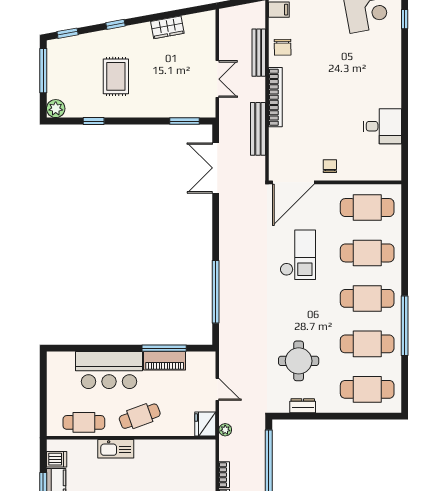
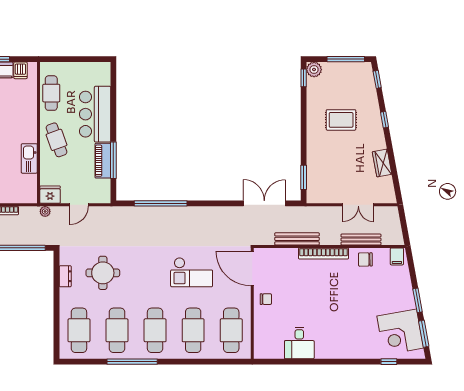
double door: (217, 79) -> (358, 205), moved
window: (94, 121) -> (304, 78), moved
kitchen sink: (116, 449) -> (29, 158), moved

